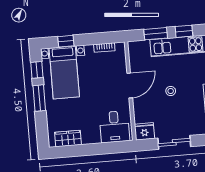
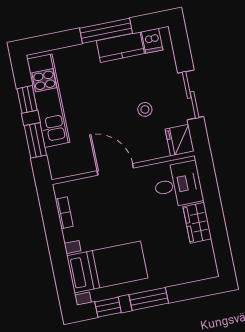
window: (66, 41) -> (61, 270), removed
stool: (171, 91) -> (145, 109), moved
wardrobe: (68, 139) -> (197, 223), moved

